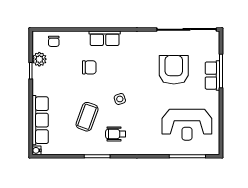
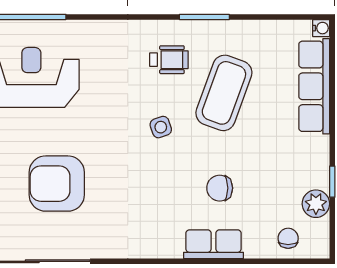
row of seats: (105, 38) -> (214, 244), moved
armchair: (174, 70) -> (57, 184), turned 90
coffee table: (87, 117) -> (224, 93), width x1.36, depth x1.32

